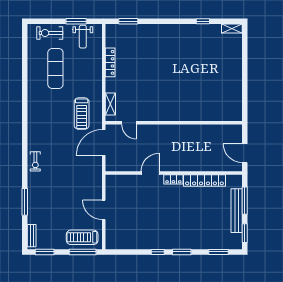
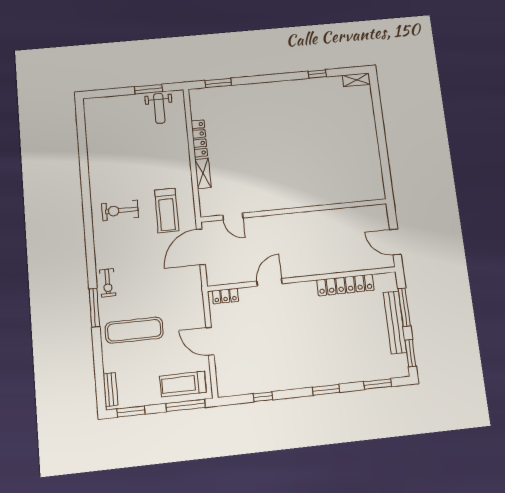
exercise bike: (50, 33) -> (120, 210), moved
exercise mat: (55, 69) -> (134, 330), moved, turned 90
shelving: (110, 104) -> (203, 173), moved
locker: (173, 179) -> (225, 296), moved
window: (25, 202) -> (94, 308), moved
window: (158, 252) -> (263, 397), moved

